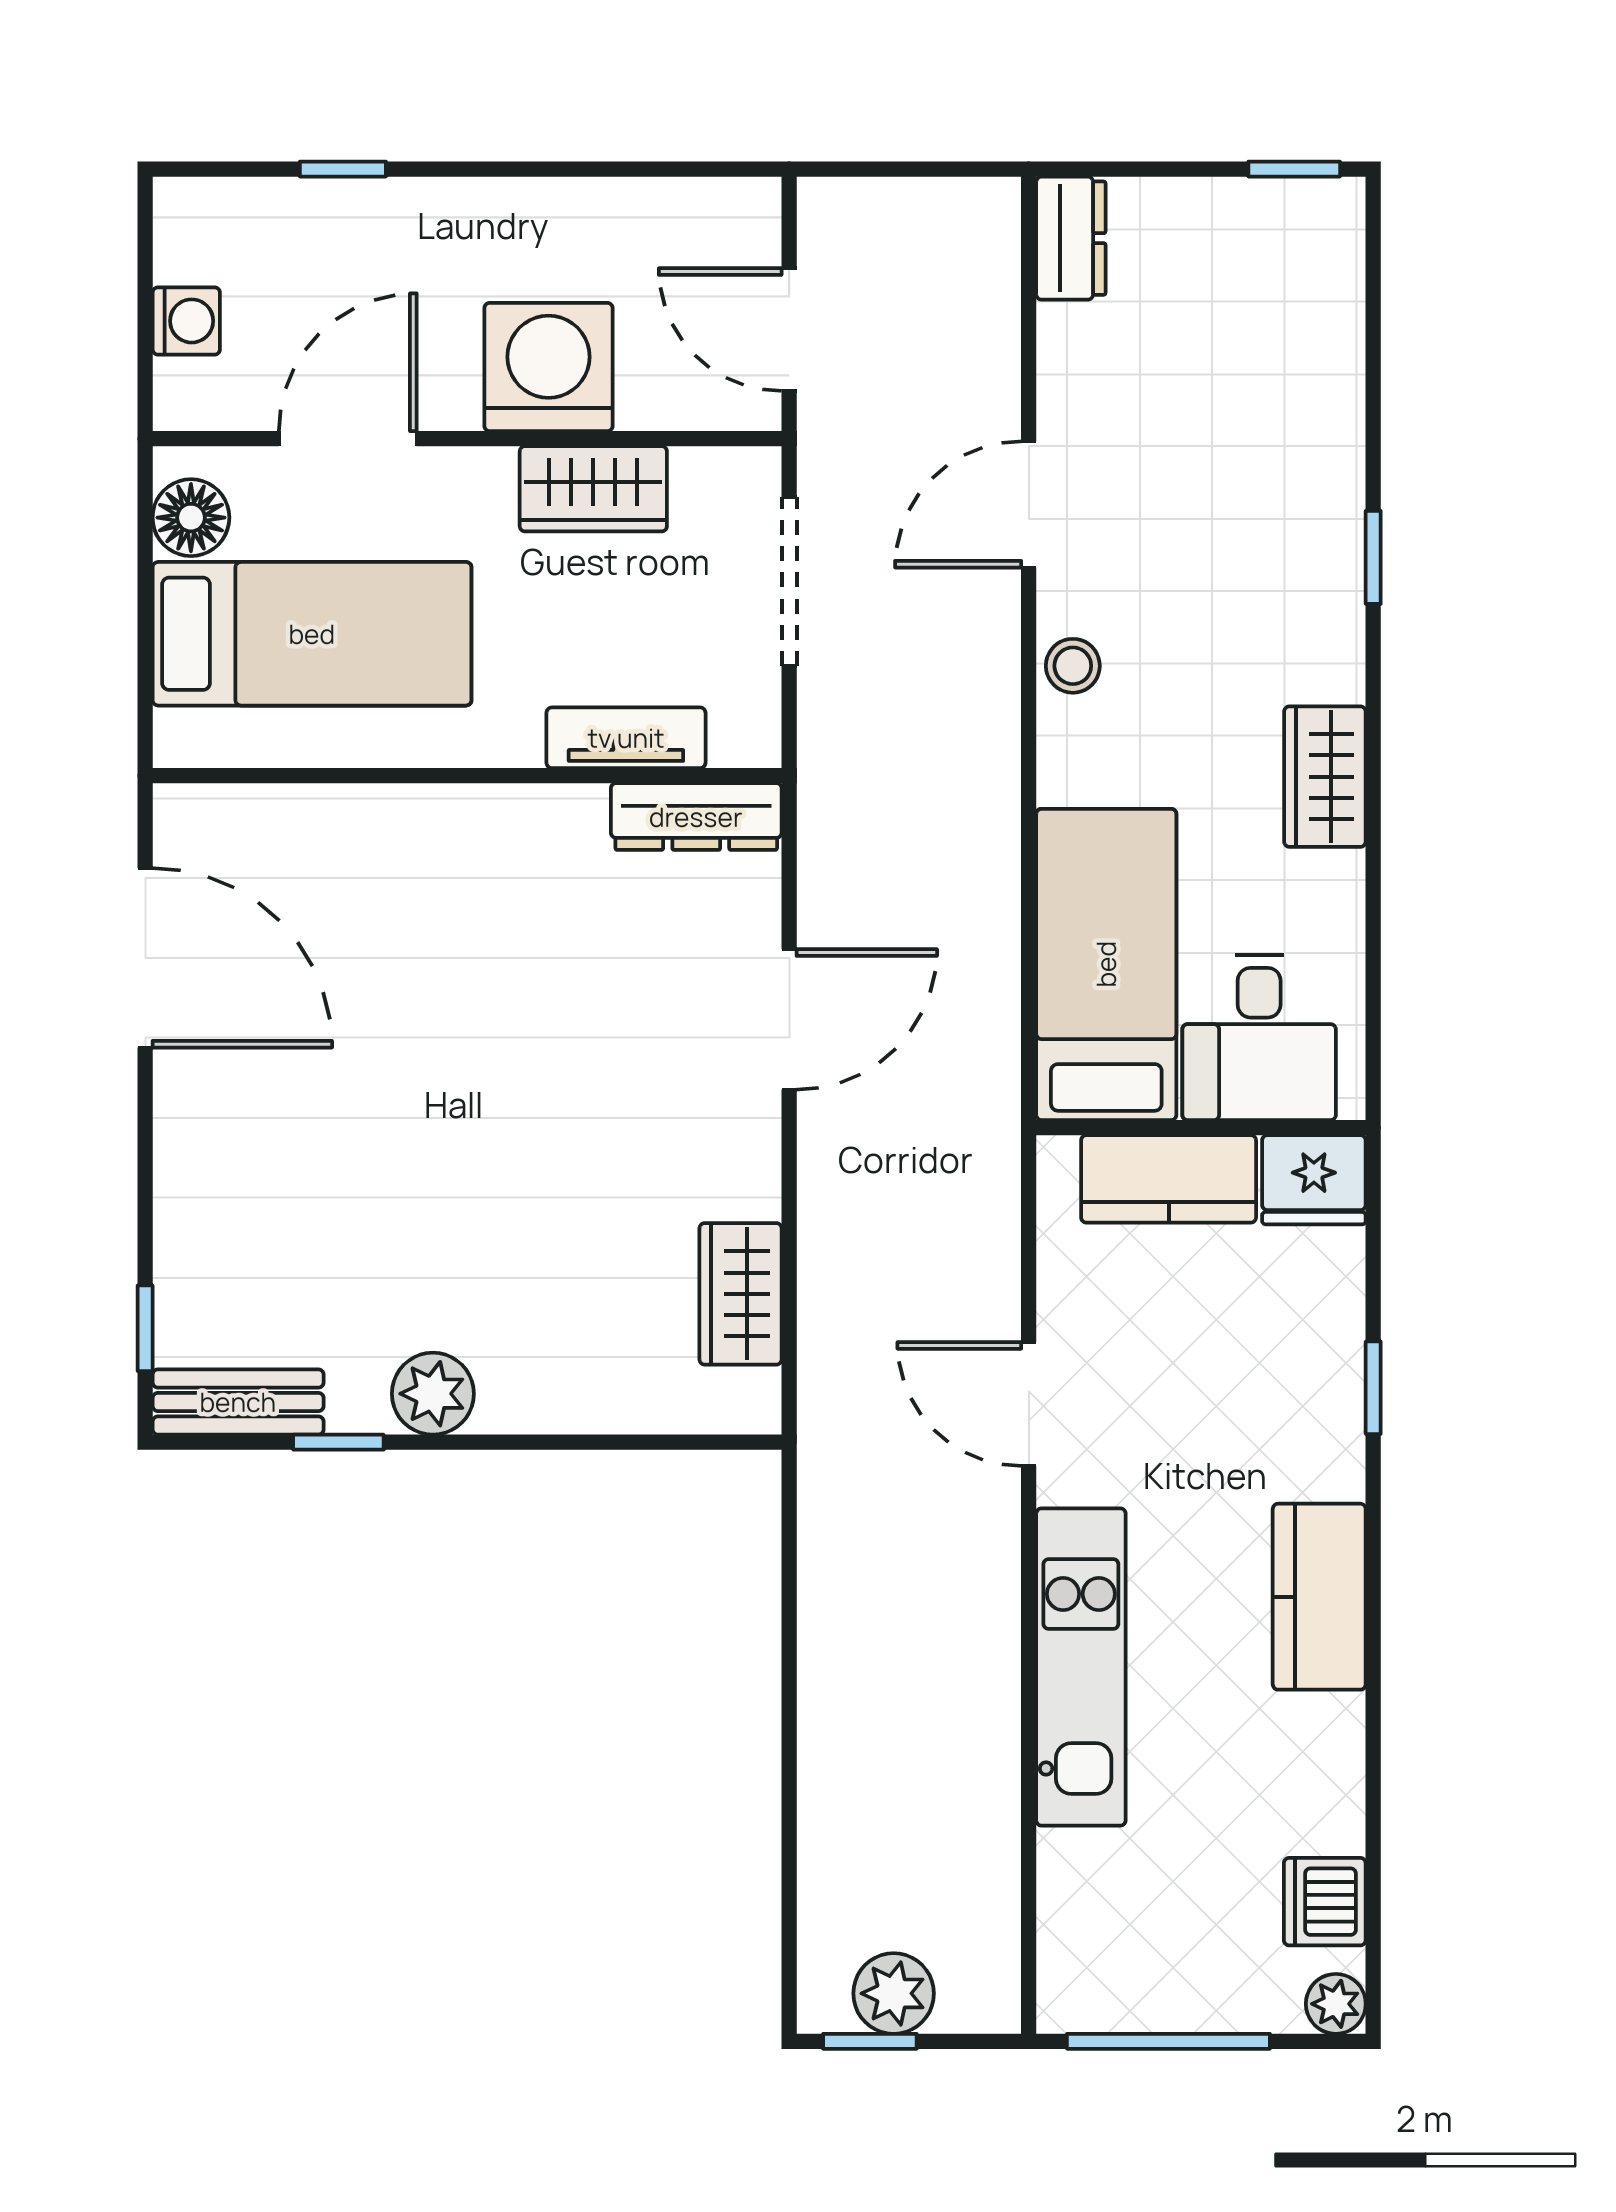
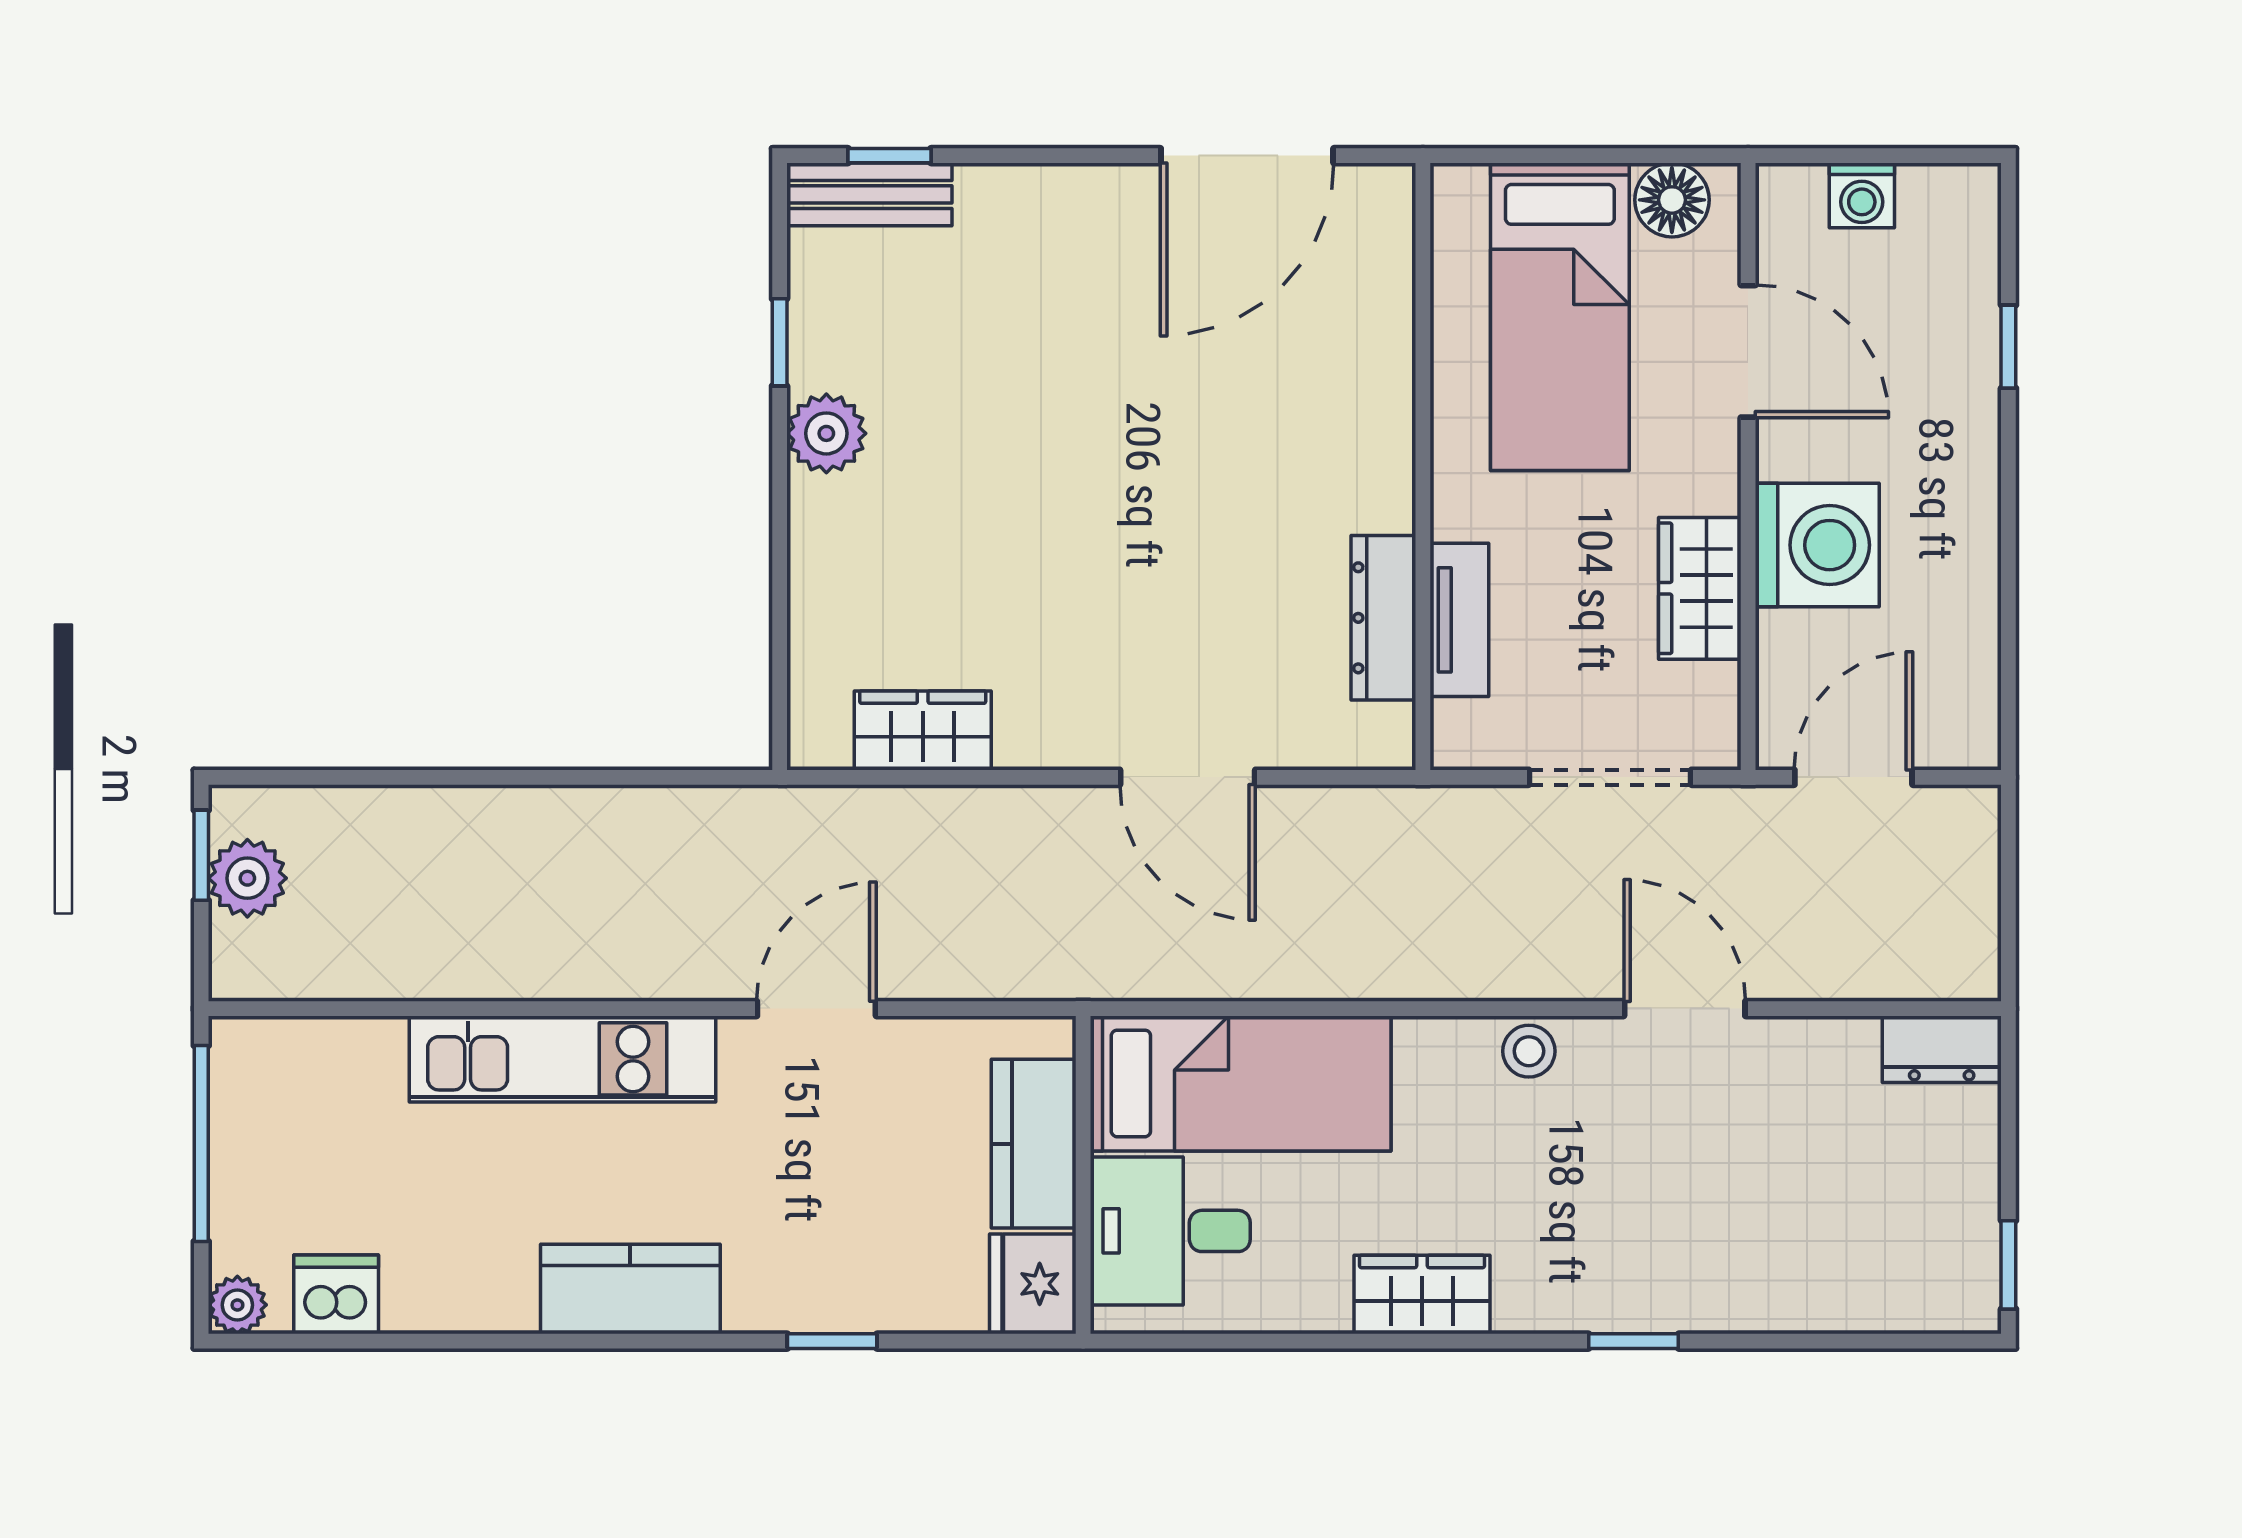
dresser: (696, 817) -> (1383, 618), moved
bench: (238, 1402) -> (869, 194), moved, turned 90

